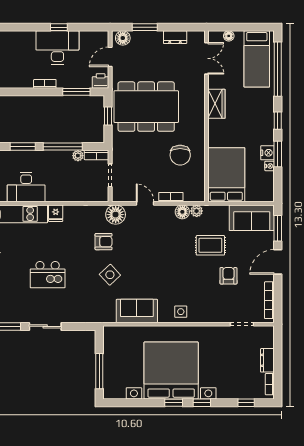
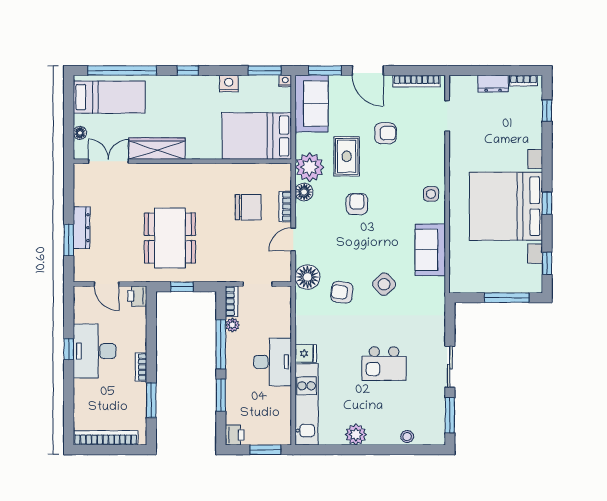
dresser: (175, 37) -> (82, 228), moved, width x1.44
floor lamp: (123, 38) -> (83, 268), removed
window: (76, 92) -> (151, 400), moved
wardrobe: (216, 104) -> (157, 149), width x1.50
dining table: (146, 107) -> (170, 238), width x0.73, depth x0.80
window: (278, 154) -> (265, 70), moved
chair: (180, 155) -> (248, 207), moved
nightstand: (270, 166) -> (285, 81), moved
desk: (26, 187) -> (273, 362), moved
plant: (197, 211) -> (310, 167), width x1.88, depth x1.88
armchair: (104, 242) -> (342, 292), turned -83
armchair: (173, 253) -> (357, 204), added
kitchen island: (48, 275) -> (384, 364), turned 90
armchair: (228, 276) -> (385, 133), turned 180
window: (202, 403) -> (547, 263), moved

